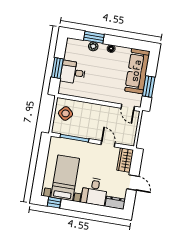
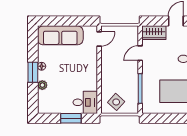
window: (94, 37) -> (33, 72), moved
desk: (73, 72) -> (85, 102), moved, turned -90
window: (149, 87) -> (74, 21), removed

